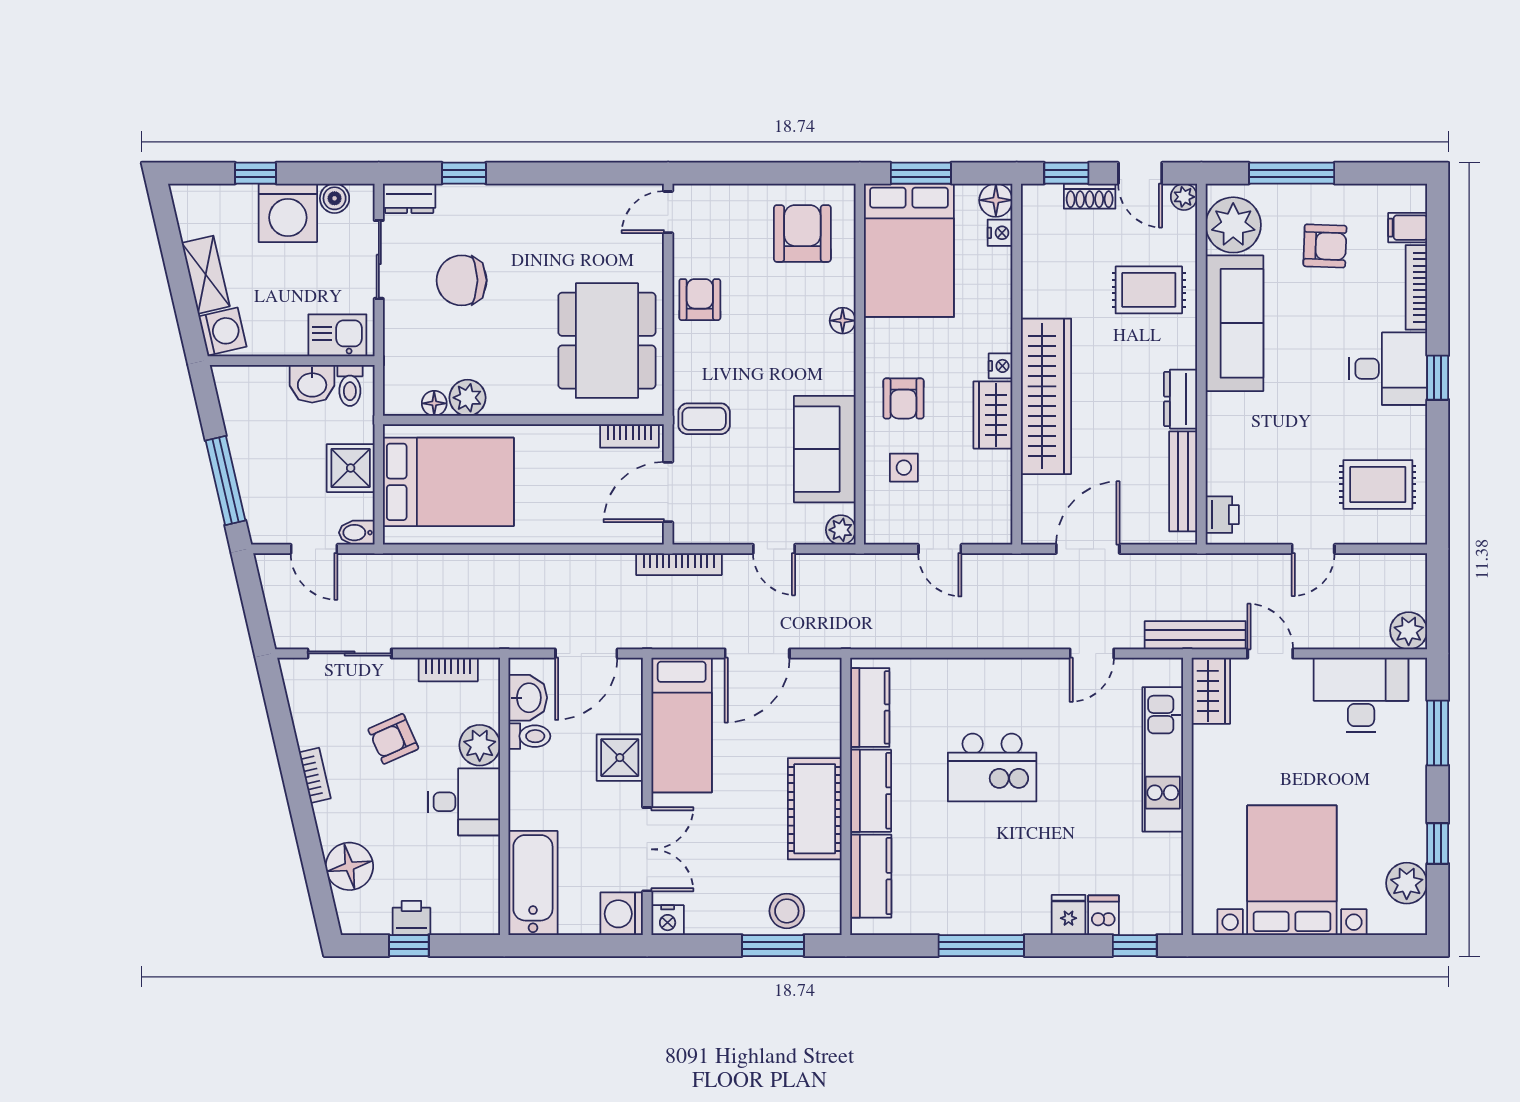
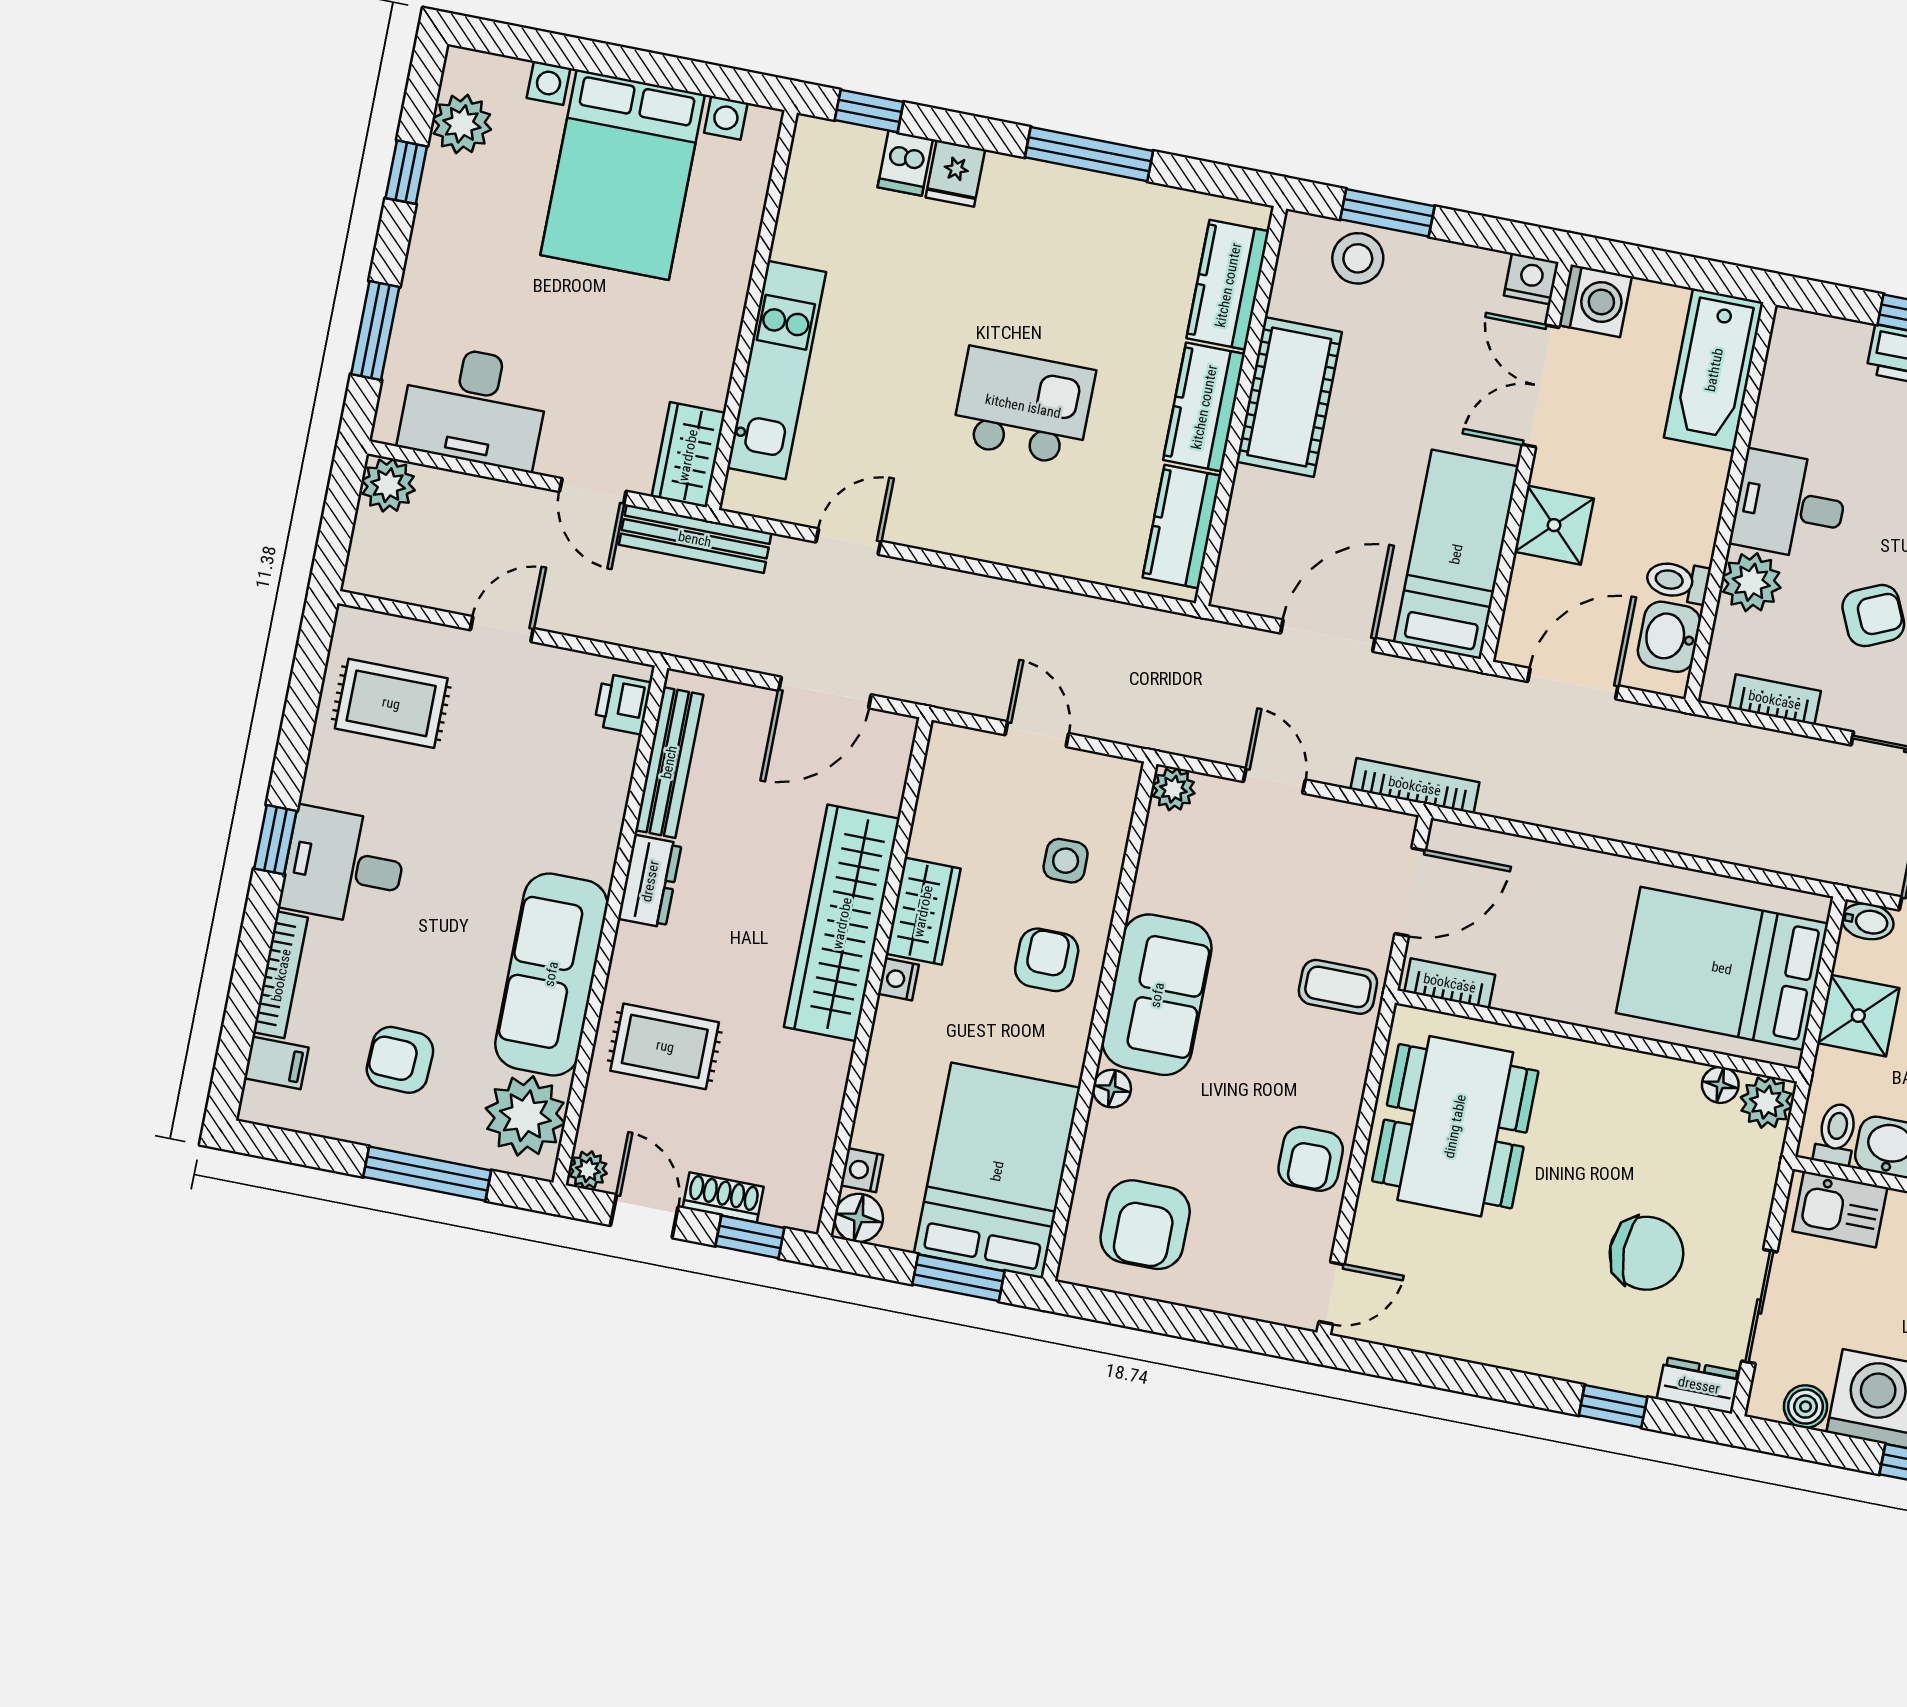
plant: (467, 398) -> (1766, 1102), moved
sofa: (825, 449) -> (1157, 995), moved

